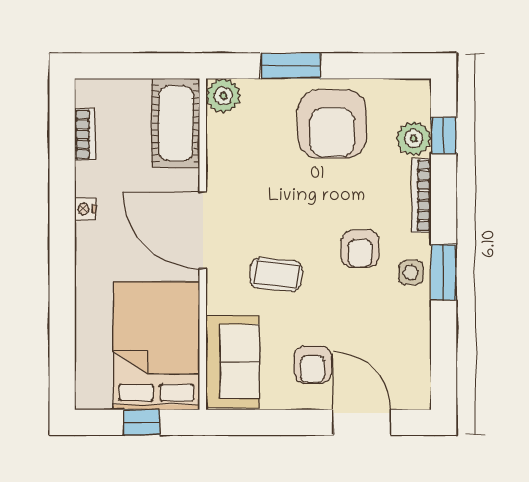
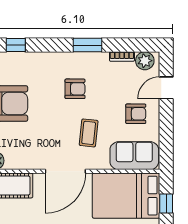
plant: (414, 139) -> (145, 61), moved
bookcase: (422, 195) -> (122, 57), moved, width x0.64
side table: (411, 272) -> (88, 62), removed
door: (362, 422) -> (166, 88), width x0.73

